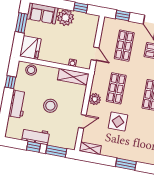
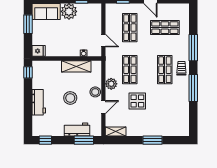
fridge: (30, 47) -> (39, 51), width x0.53, depth x0.75
stool: (31, 70) -> (95, 92), moved
shelving: (73, 77) -> (76, 66), moved
window: (10, 82) -> (28, 72), moved
workbench: (36, 136) -> (77, 129), moved
window: (33, 147) -> (45, 140), moved

